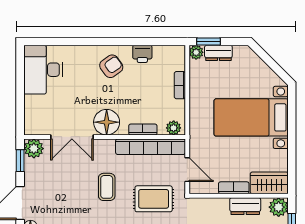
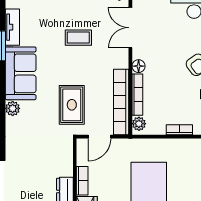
floor lamp: (107, 122) -> (139, 66), width x0.53, depth x0.53
bookcase: (143, 130) -> (137, 95), width x1.56
coffee table: (107, 187) -> (78, 38), moved

